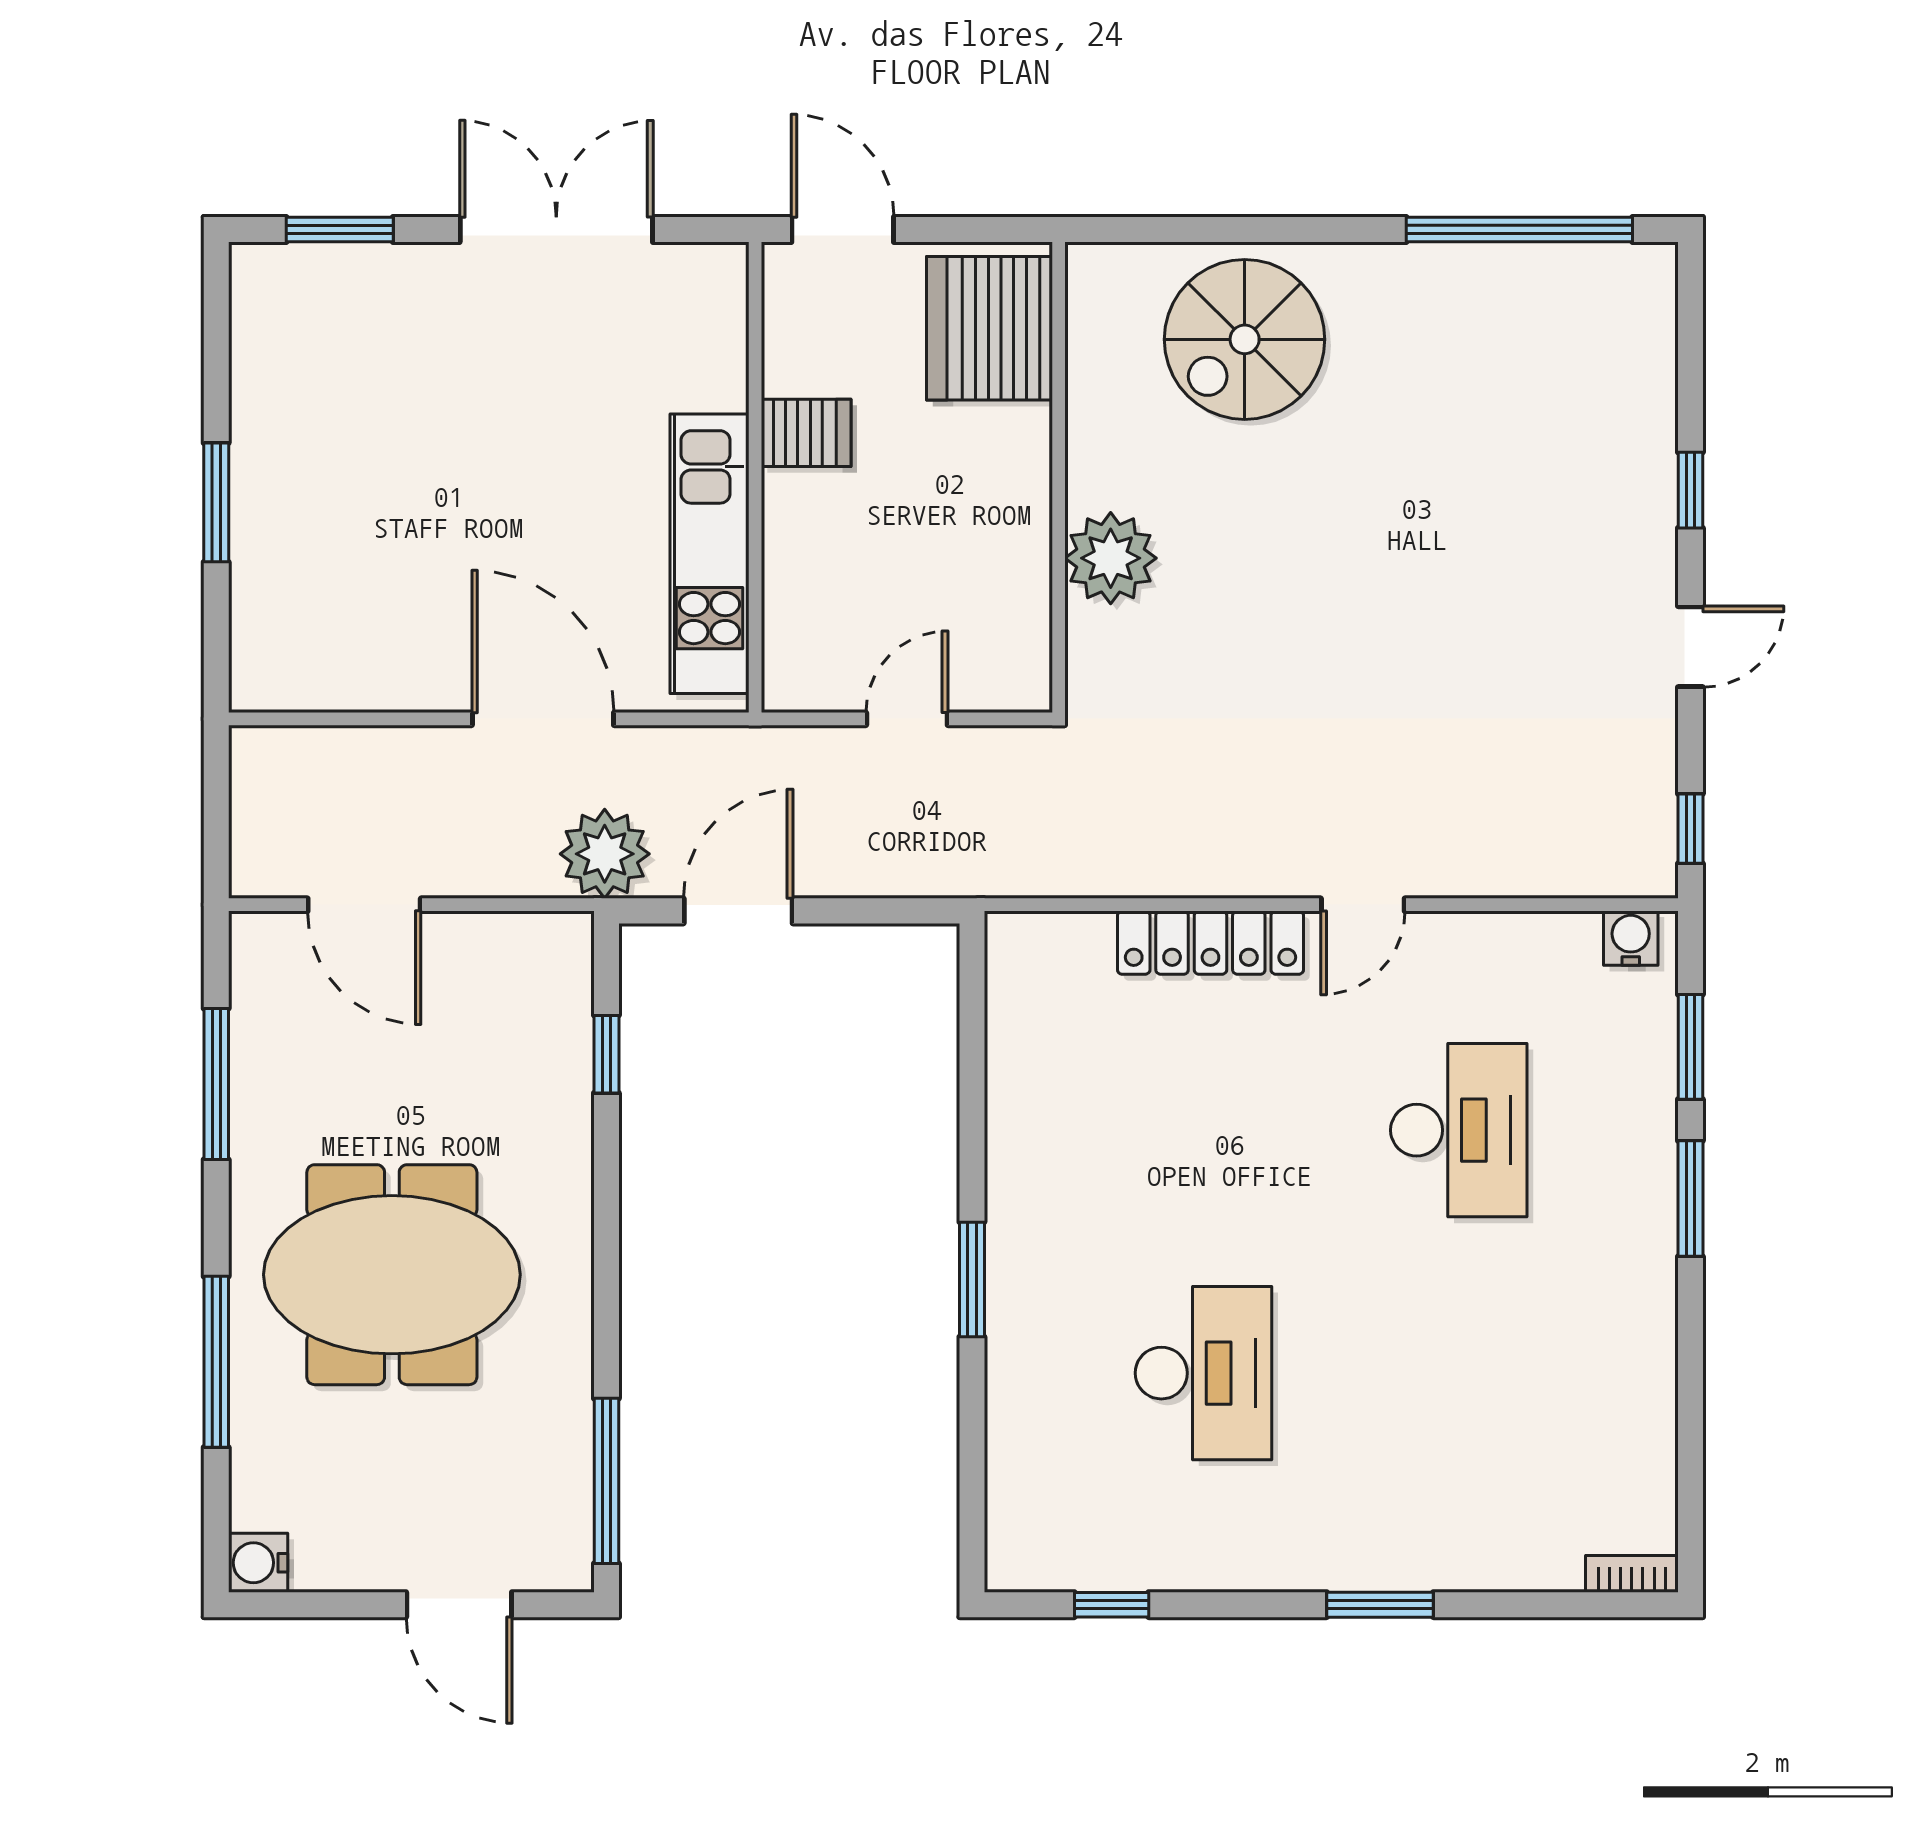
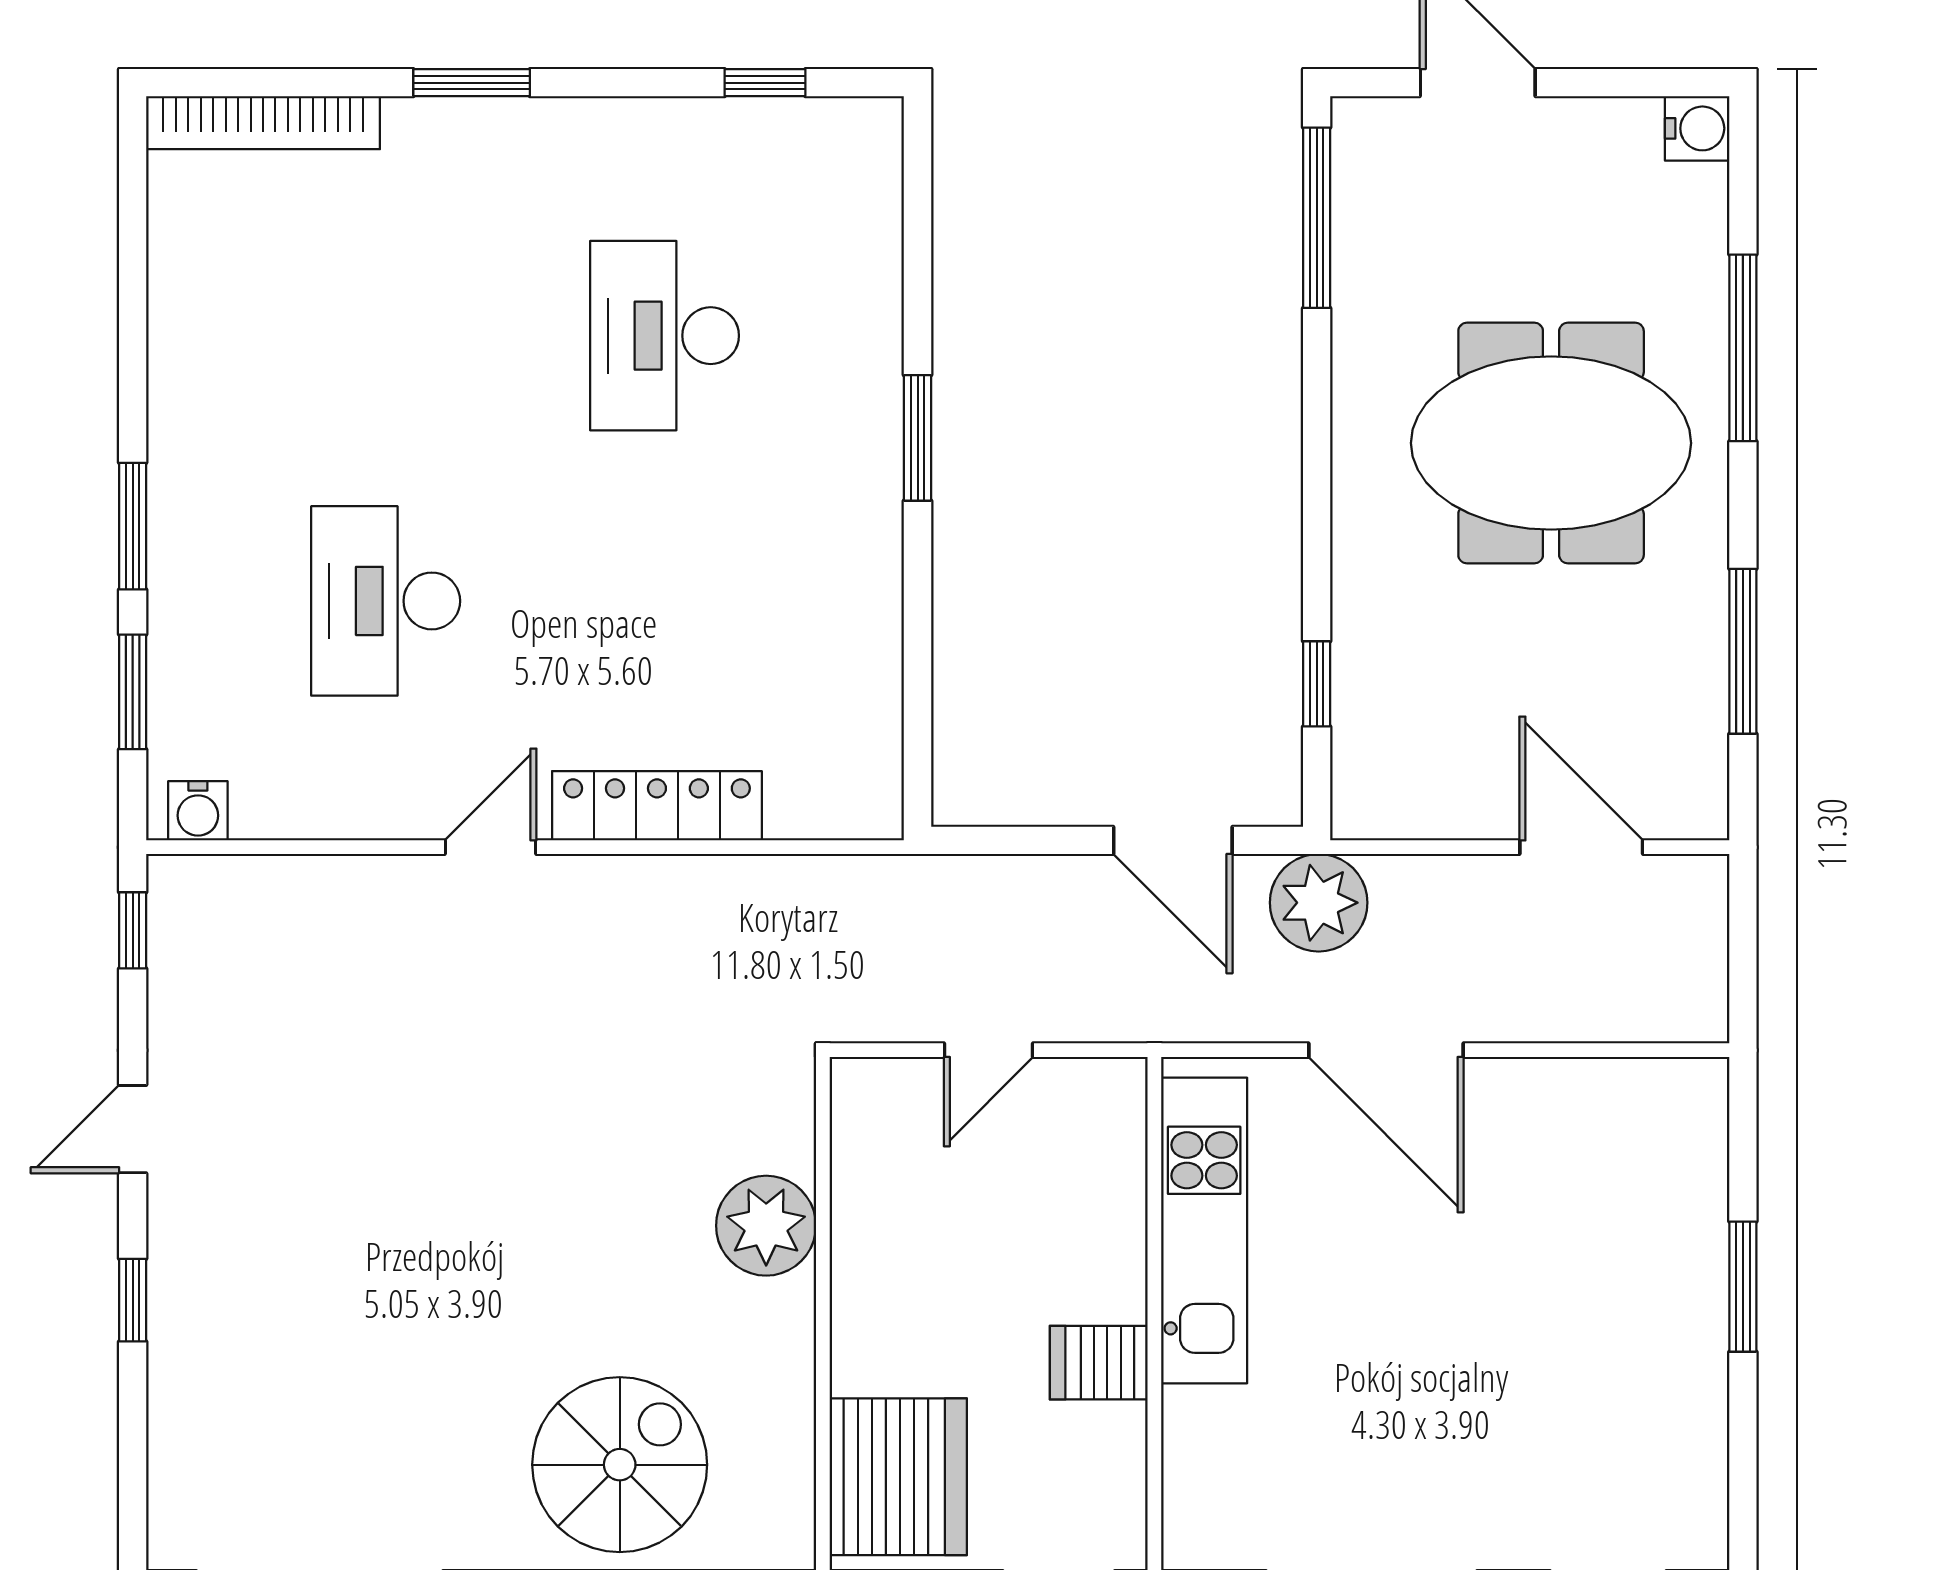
door: (738, 911) -> (1173, 840), hinge flipped
bookcase: (1632, 1574) -> (263, 123), width x2.31, depth x1.31

